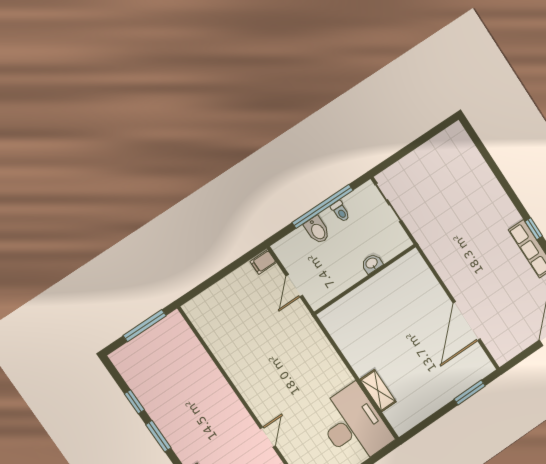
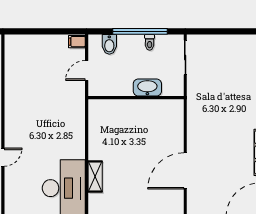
bidet: (317, 230) -> (109, 44), moved
washbasin: (372, 263) -> (147, 87), width x1.91, depth x1.45

